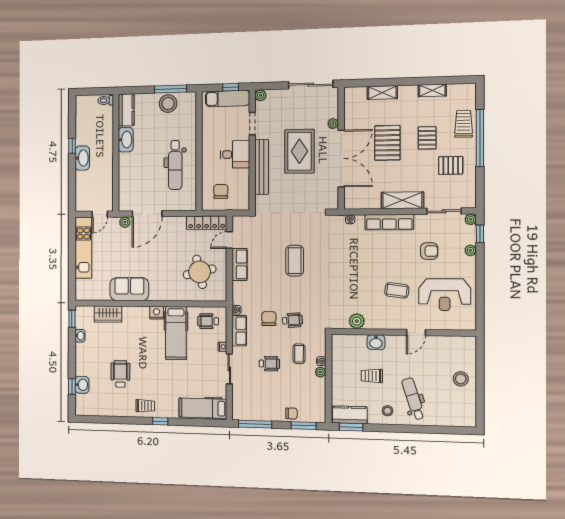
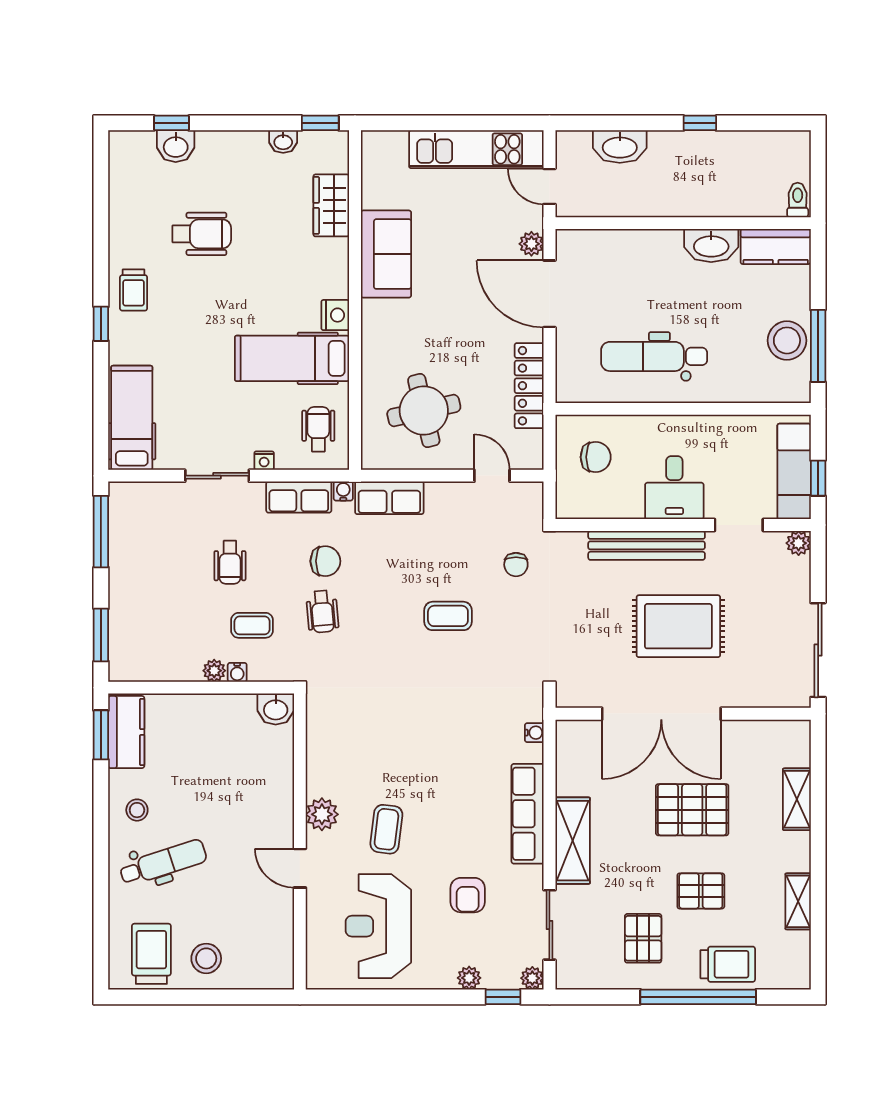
plant: (333, 124) -> (735, 697), removed
washbasin: (82, 158) -> (620, 147), moved
locker: (207, 223) -> (529, 386), moved
coffee table: (295, 261) -> (448, 616), width x0.73, depth x0.77
row of seats: (240, 264) -> (389, 498), moved
plant: (357, 321) -> (322, 814), moved
washbasin: (376, 342) -> (276, 709), moved, turned -90
trolley: (372, 376) -> (151, 954), moved, width x1.36, depth x1.39
chair: (292, 413) -> (516, 565), moved

